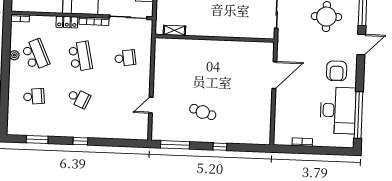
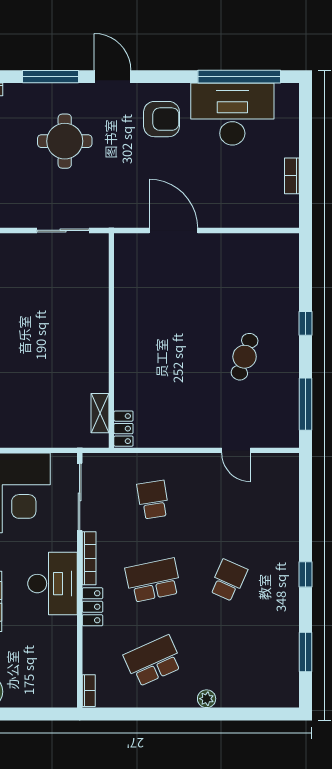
locker: (165, 43) -> (123, 429), added
plant: (14, 55) -> (207, 699), moved
school desk: (34, 96) -> (228, 661), removed

